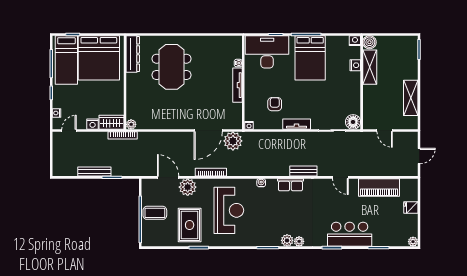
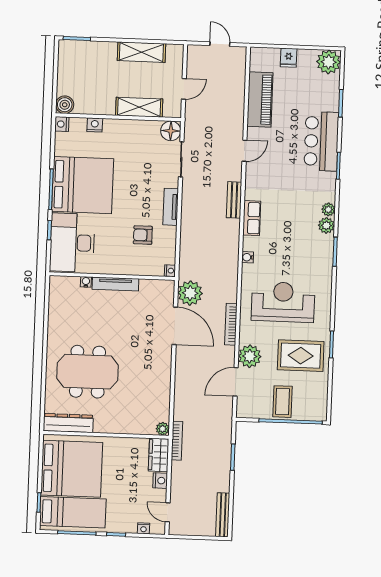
bed: (310, 58) -> (83, 185), width x1.36
shelving: (370, 67) -> (139, 107), moved
bench: (94, 172) -> (223, 515), moved
plant: (413, 242) -> (329, 62), width x1.88, depth x1.88

